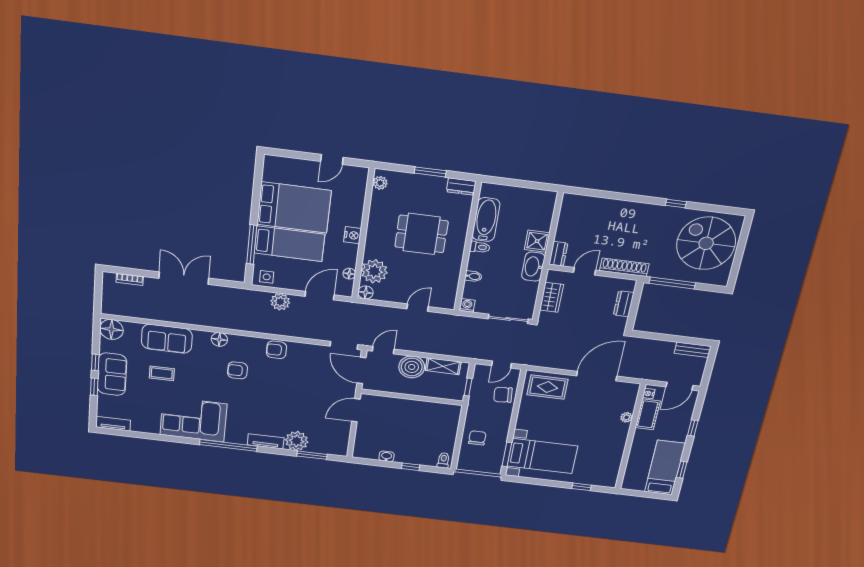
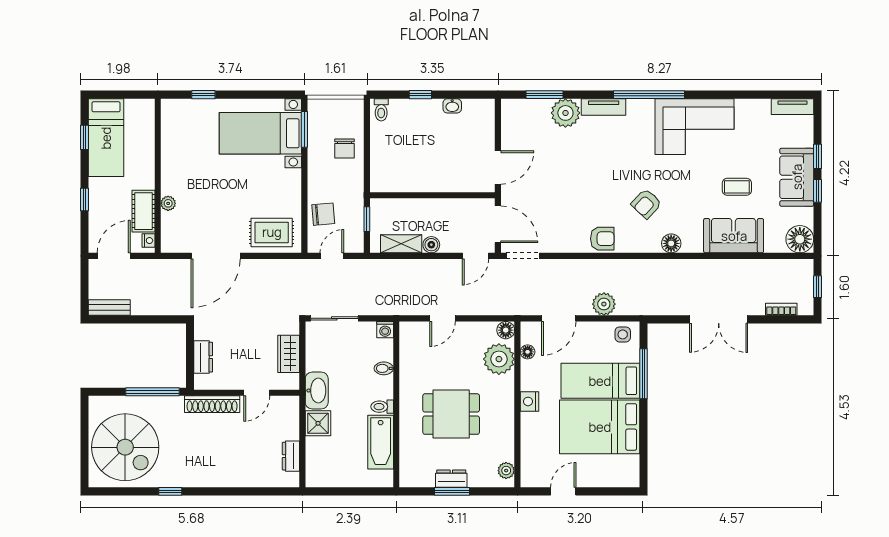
dresser: (461, 186) -> (451, 479), moved
dresser: (558, 254) -> (291, 456), moved
window: (98, 292) -> (817, 287), added
boiler: (412, 367) -> (431, 245), width x0.54, depth x0.54
armchair: (237, 370) -> (646, 204), turned 133

